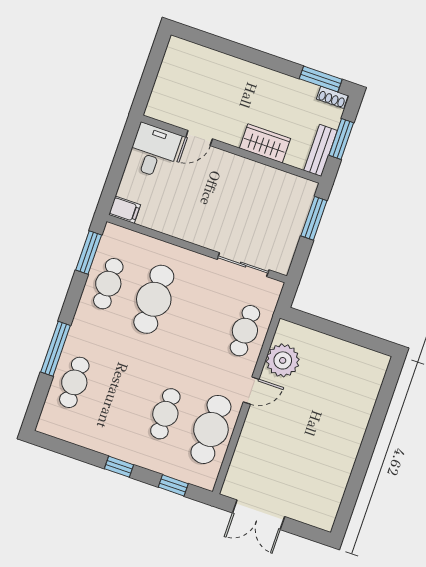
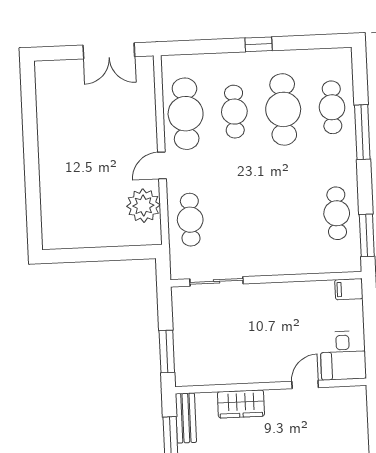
cafe table: (154, 299) -> (283, 109), moved
window: (173, 485) -> (200, 47), removed
double door: (259, 515) -> (109, 51), swing flipped

